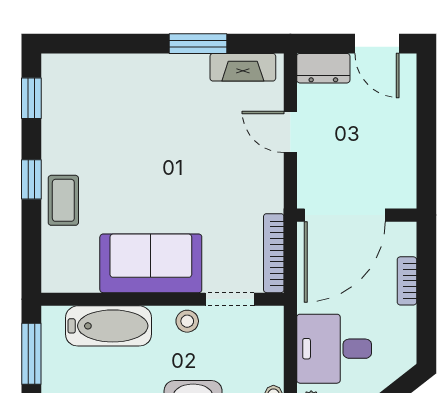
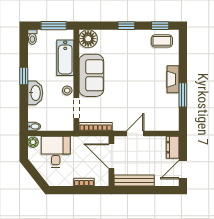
fireplace: (243, 67) -> (173, 79), moved
door: (290, 132) -> (135, 133), moved
bench: (403, 161) -> (134, 180), added
coffee table: (63, 200) -> (162, 41), moved
door: (345, 215) -> (111, 156), width x0.73
floor lamp: (63, 271) -> (88, 39), added

